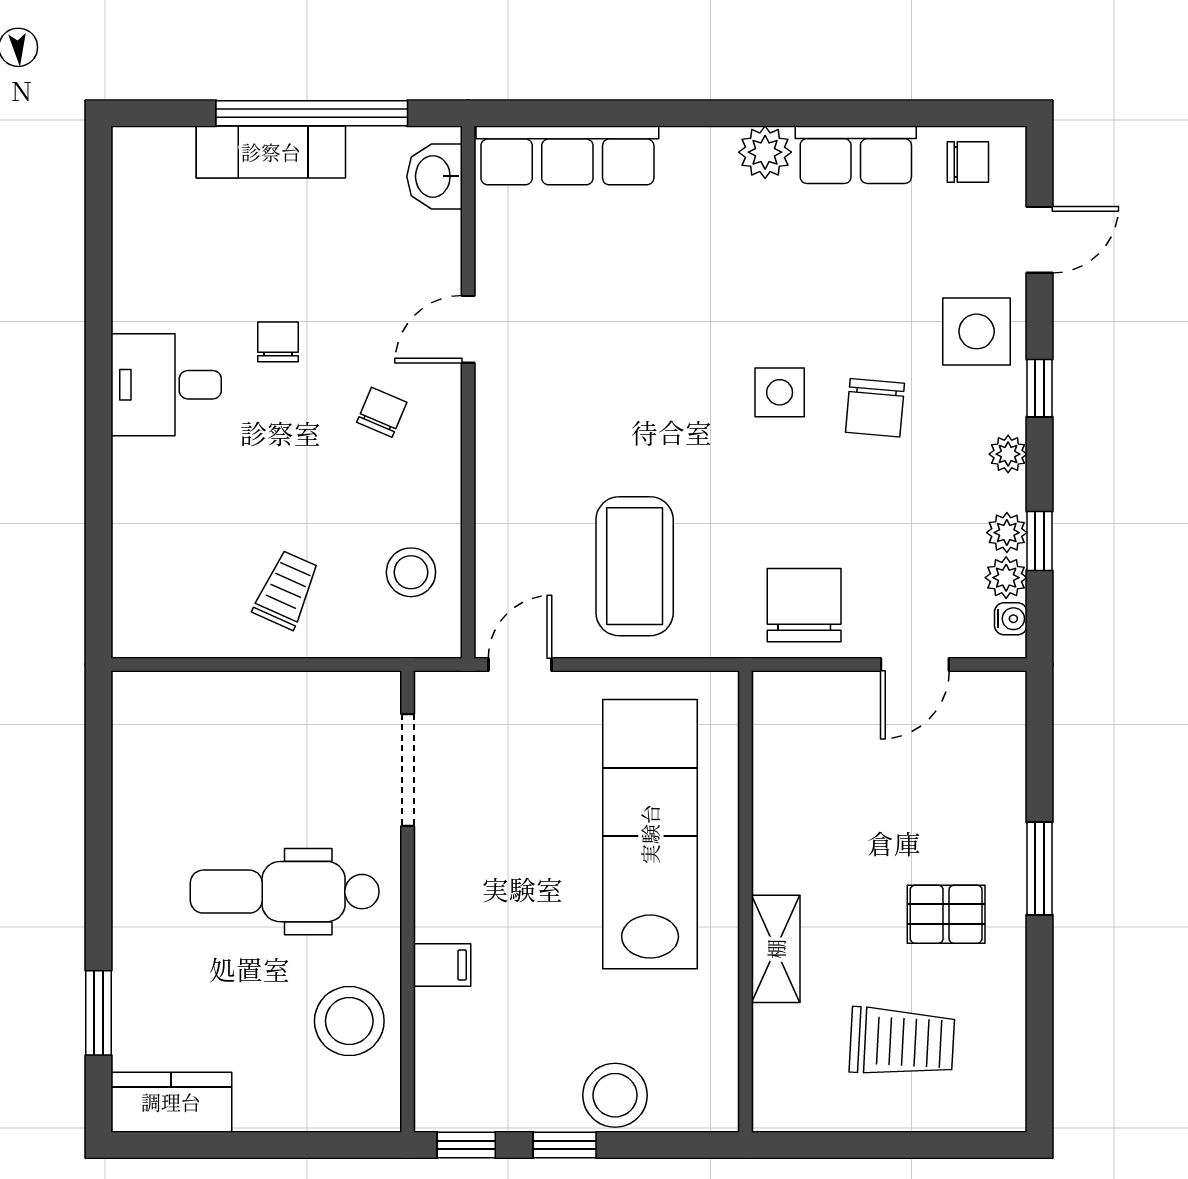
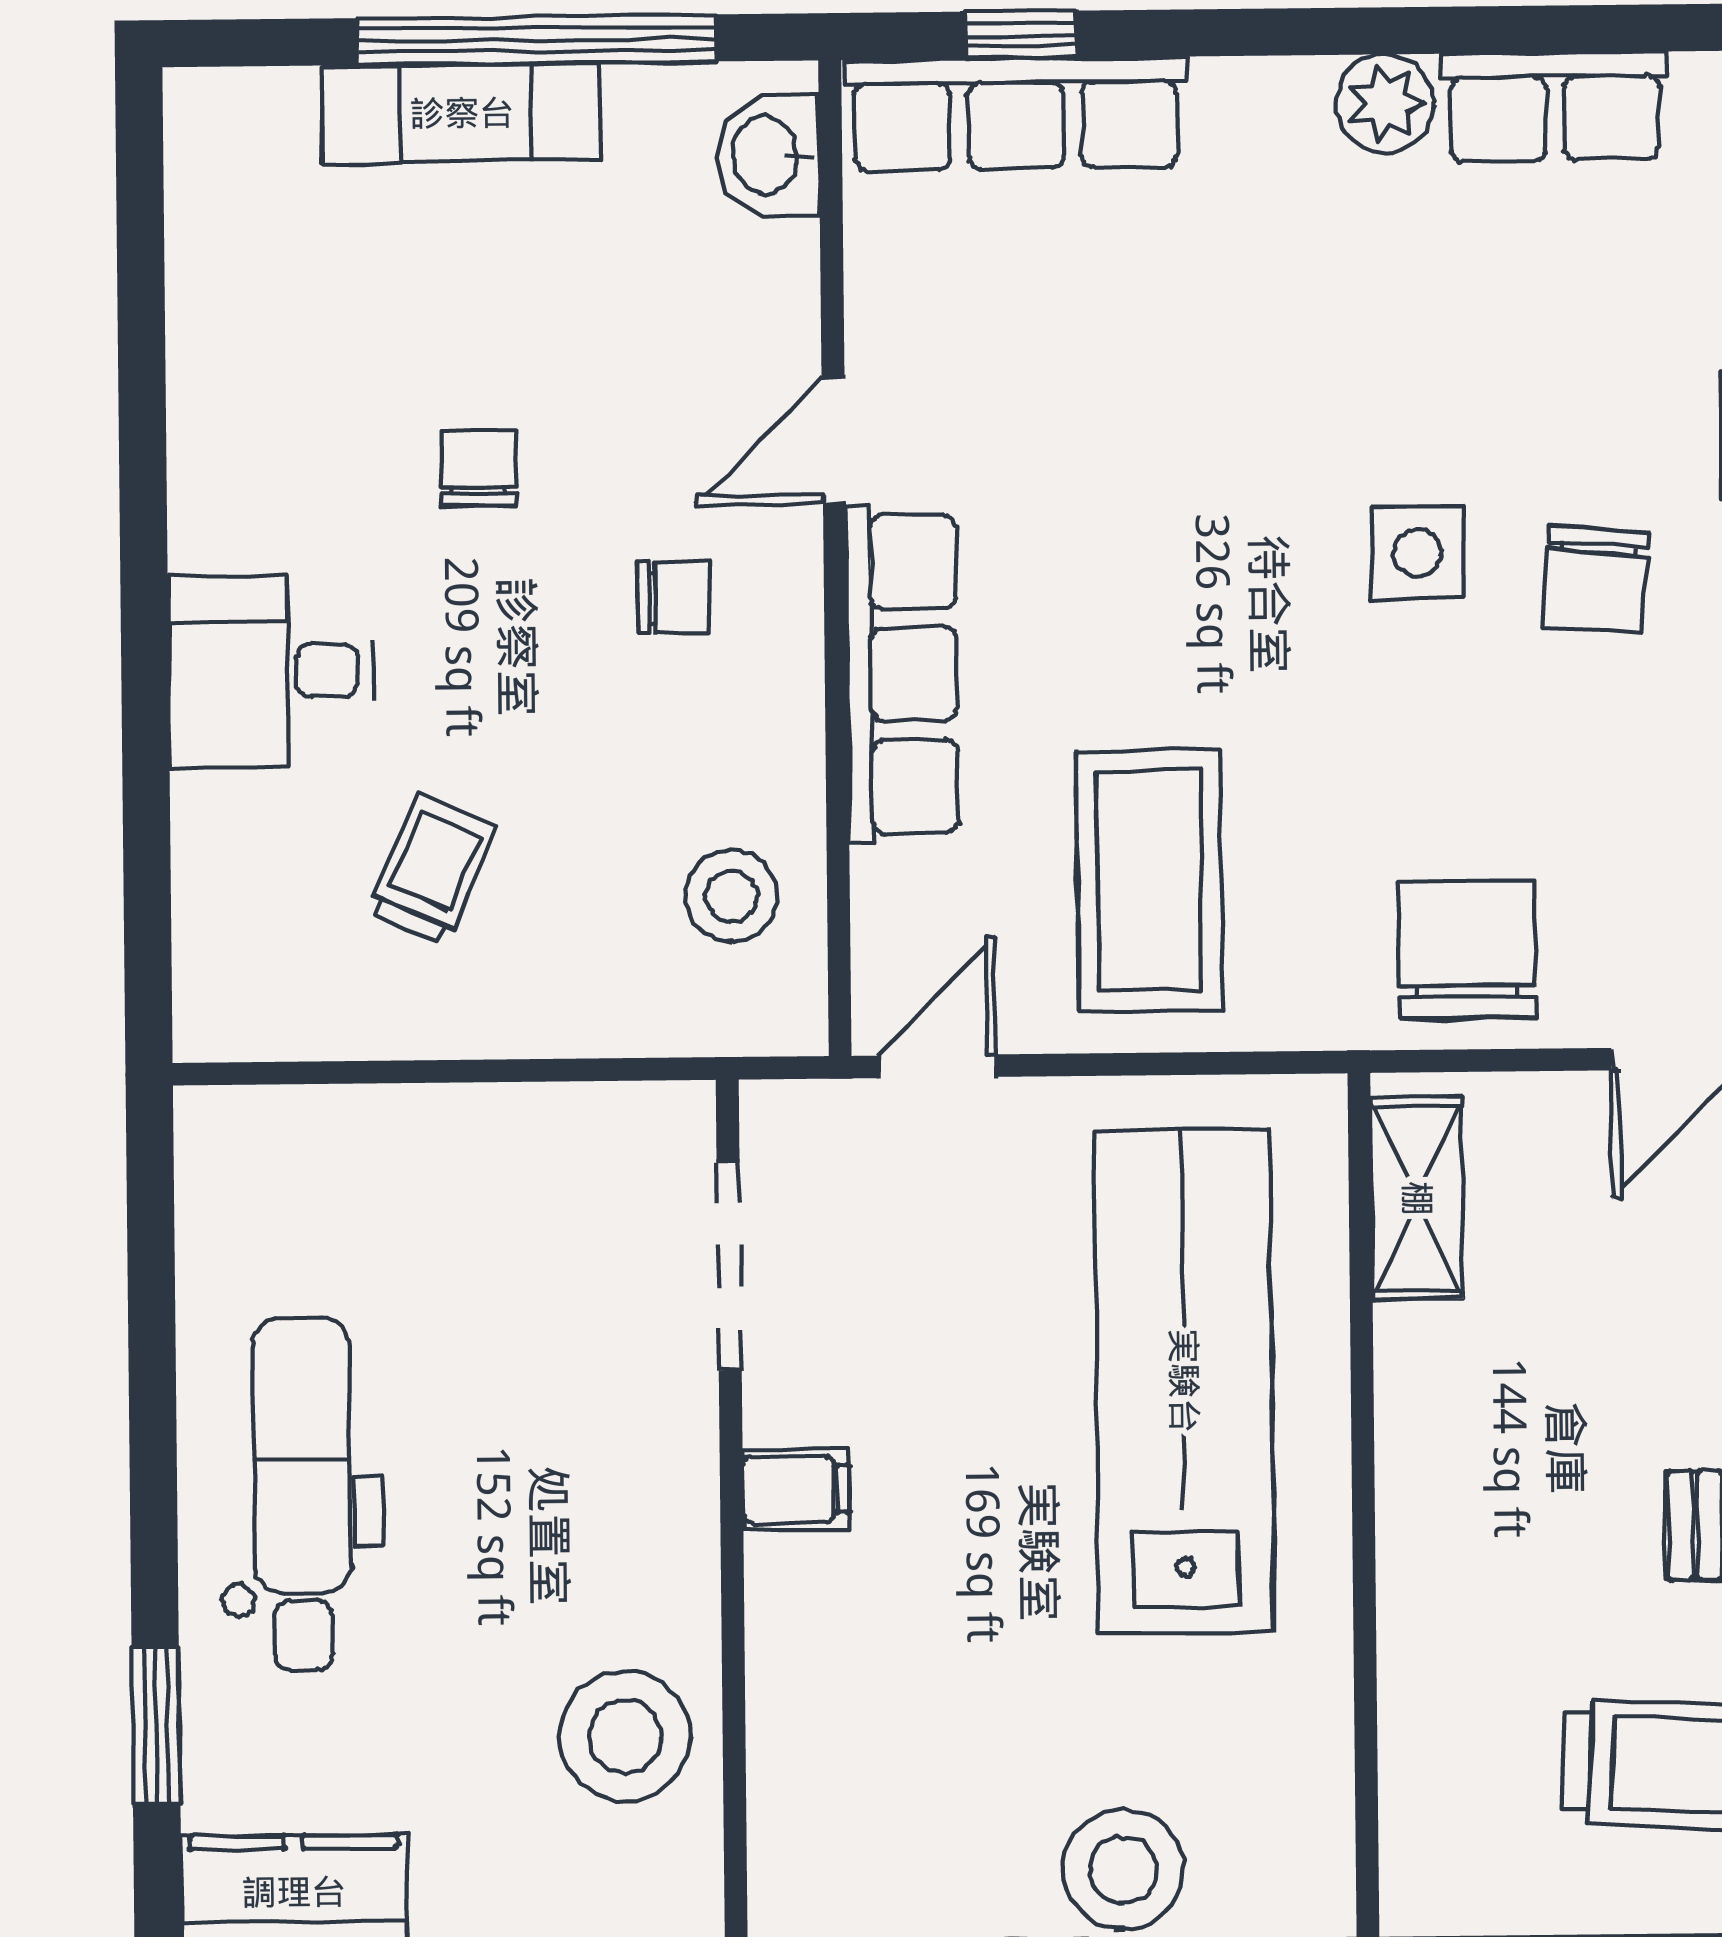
window: (571, 113) -> (1021, 35), added
desk: (166, 385) -> (271, 671), moved
chair: (382, 412) -> (674, 597), turned 67
row of seats: (503, 455) -> (902, 674), added
trolley: (286, 590) -> (432, 869), moved
dental chair: (285, 892) -> (302, 1494), moved, turned 90
shelving: (776, 949) -> (1417, 1198), moved
filing cabinet: (442, 965) -> (796, 1489), moved

